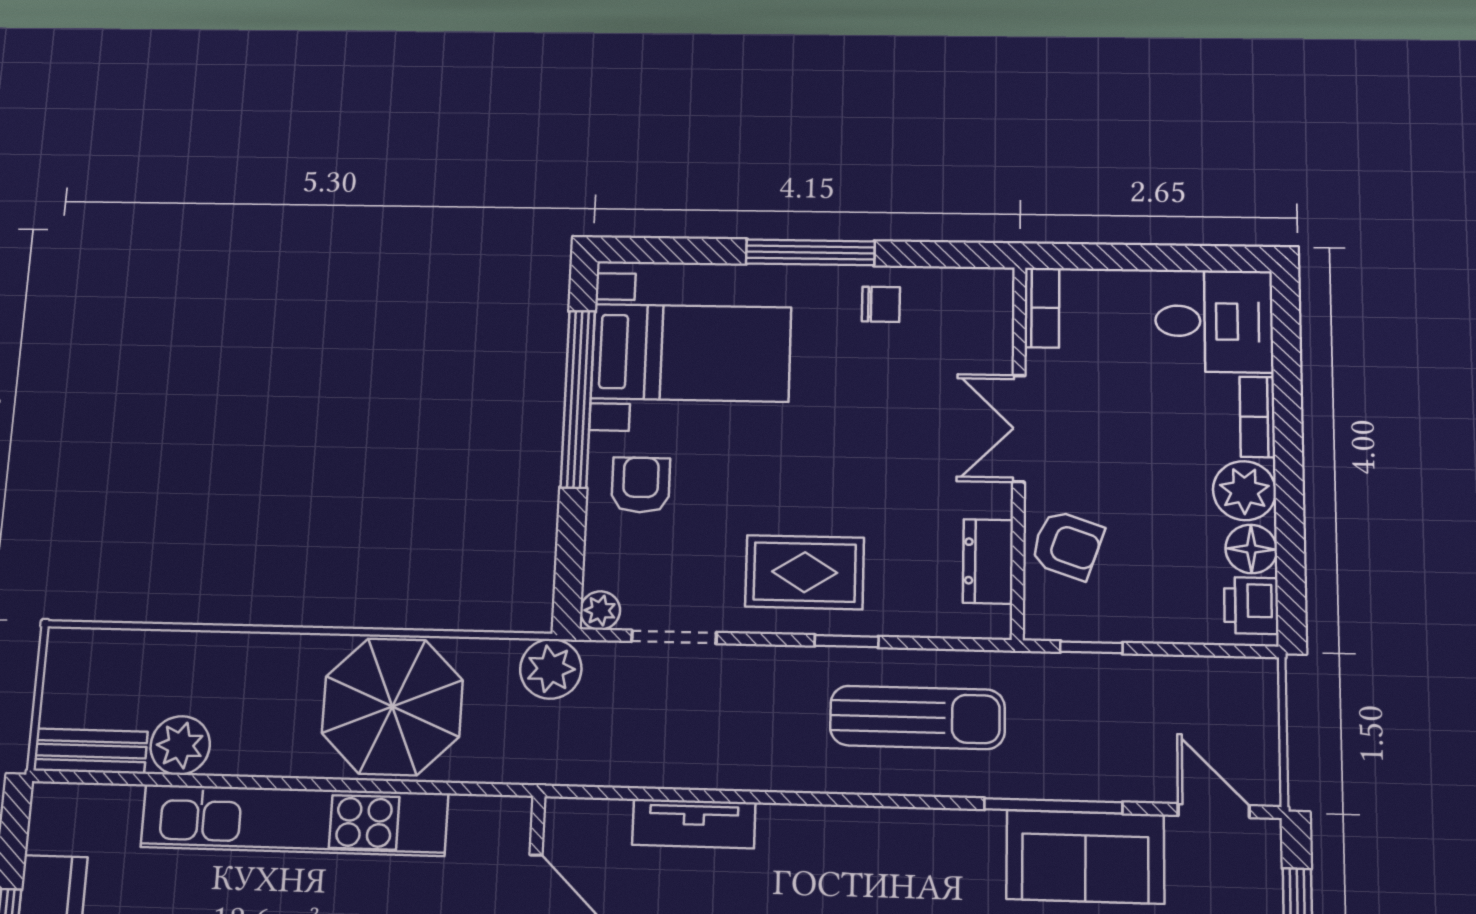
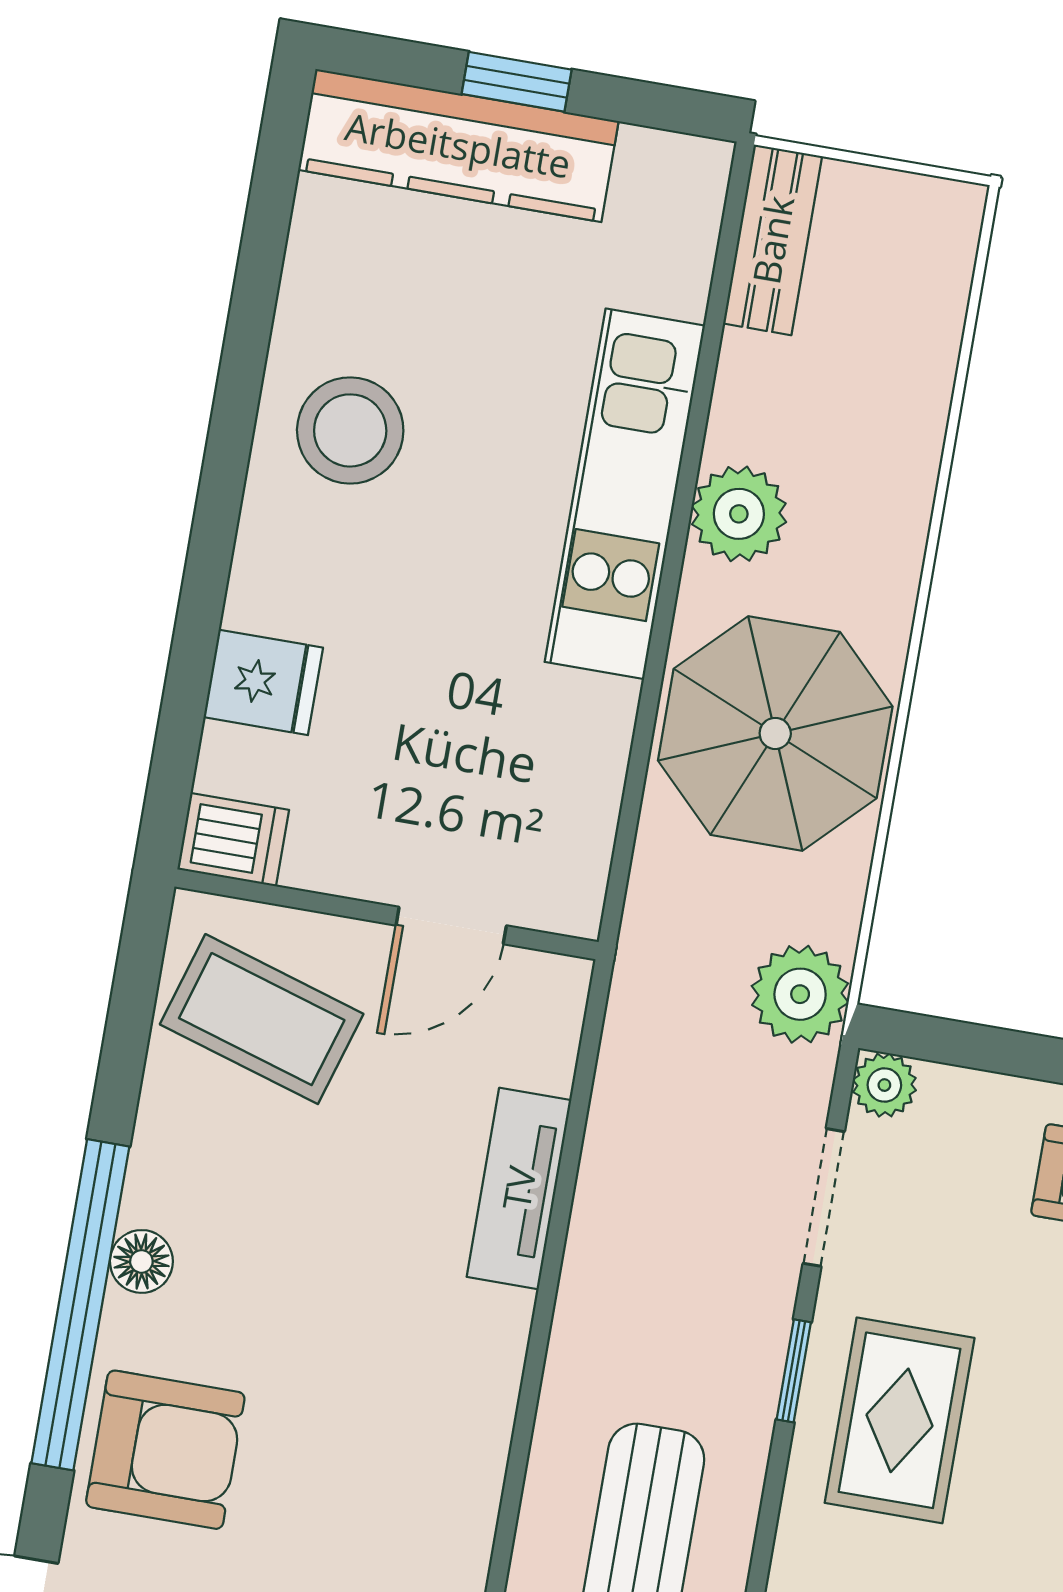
window: (847, 641) -> (794, 1371), moved
plant: (180, 745) -> (739, 514), moved
kitchen unit: (294, 820) -> (625, 494), width x0.73

